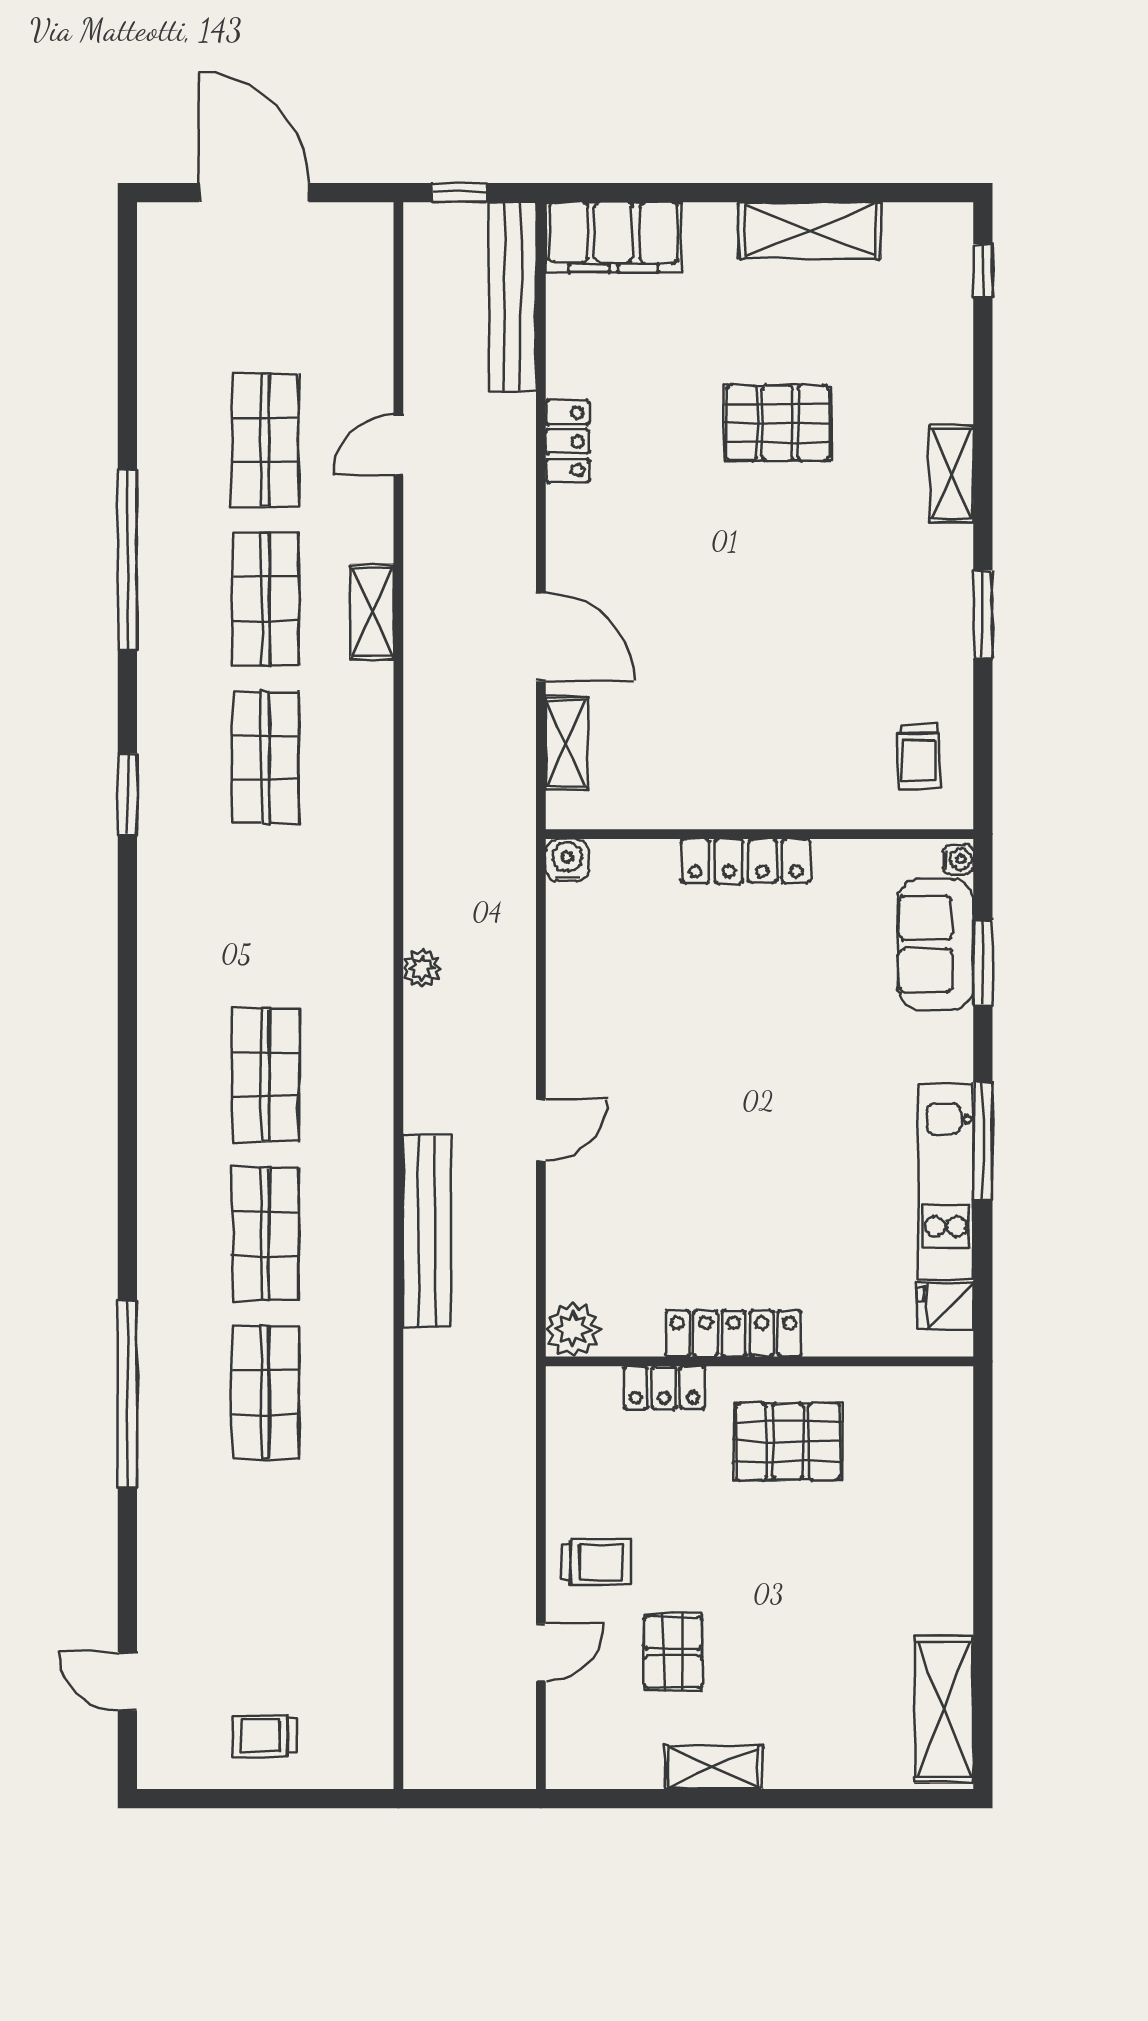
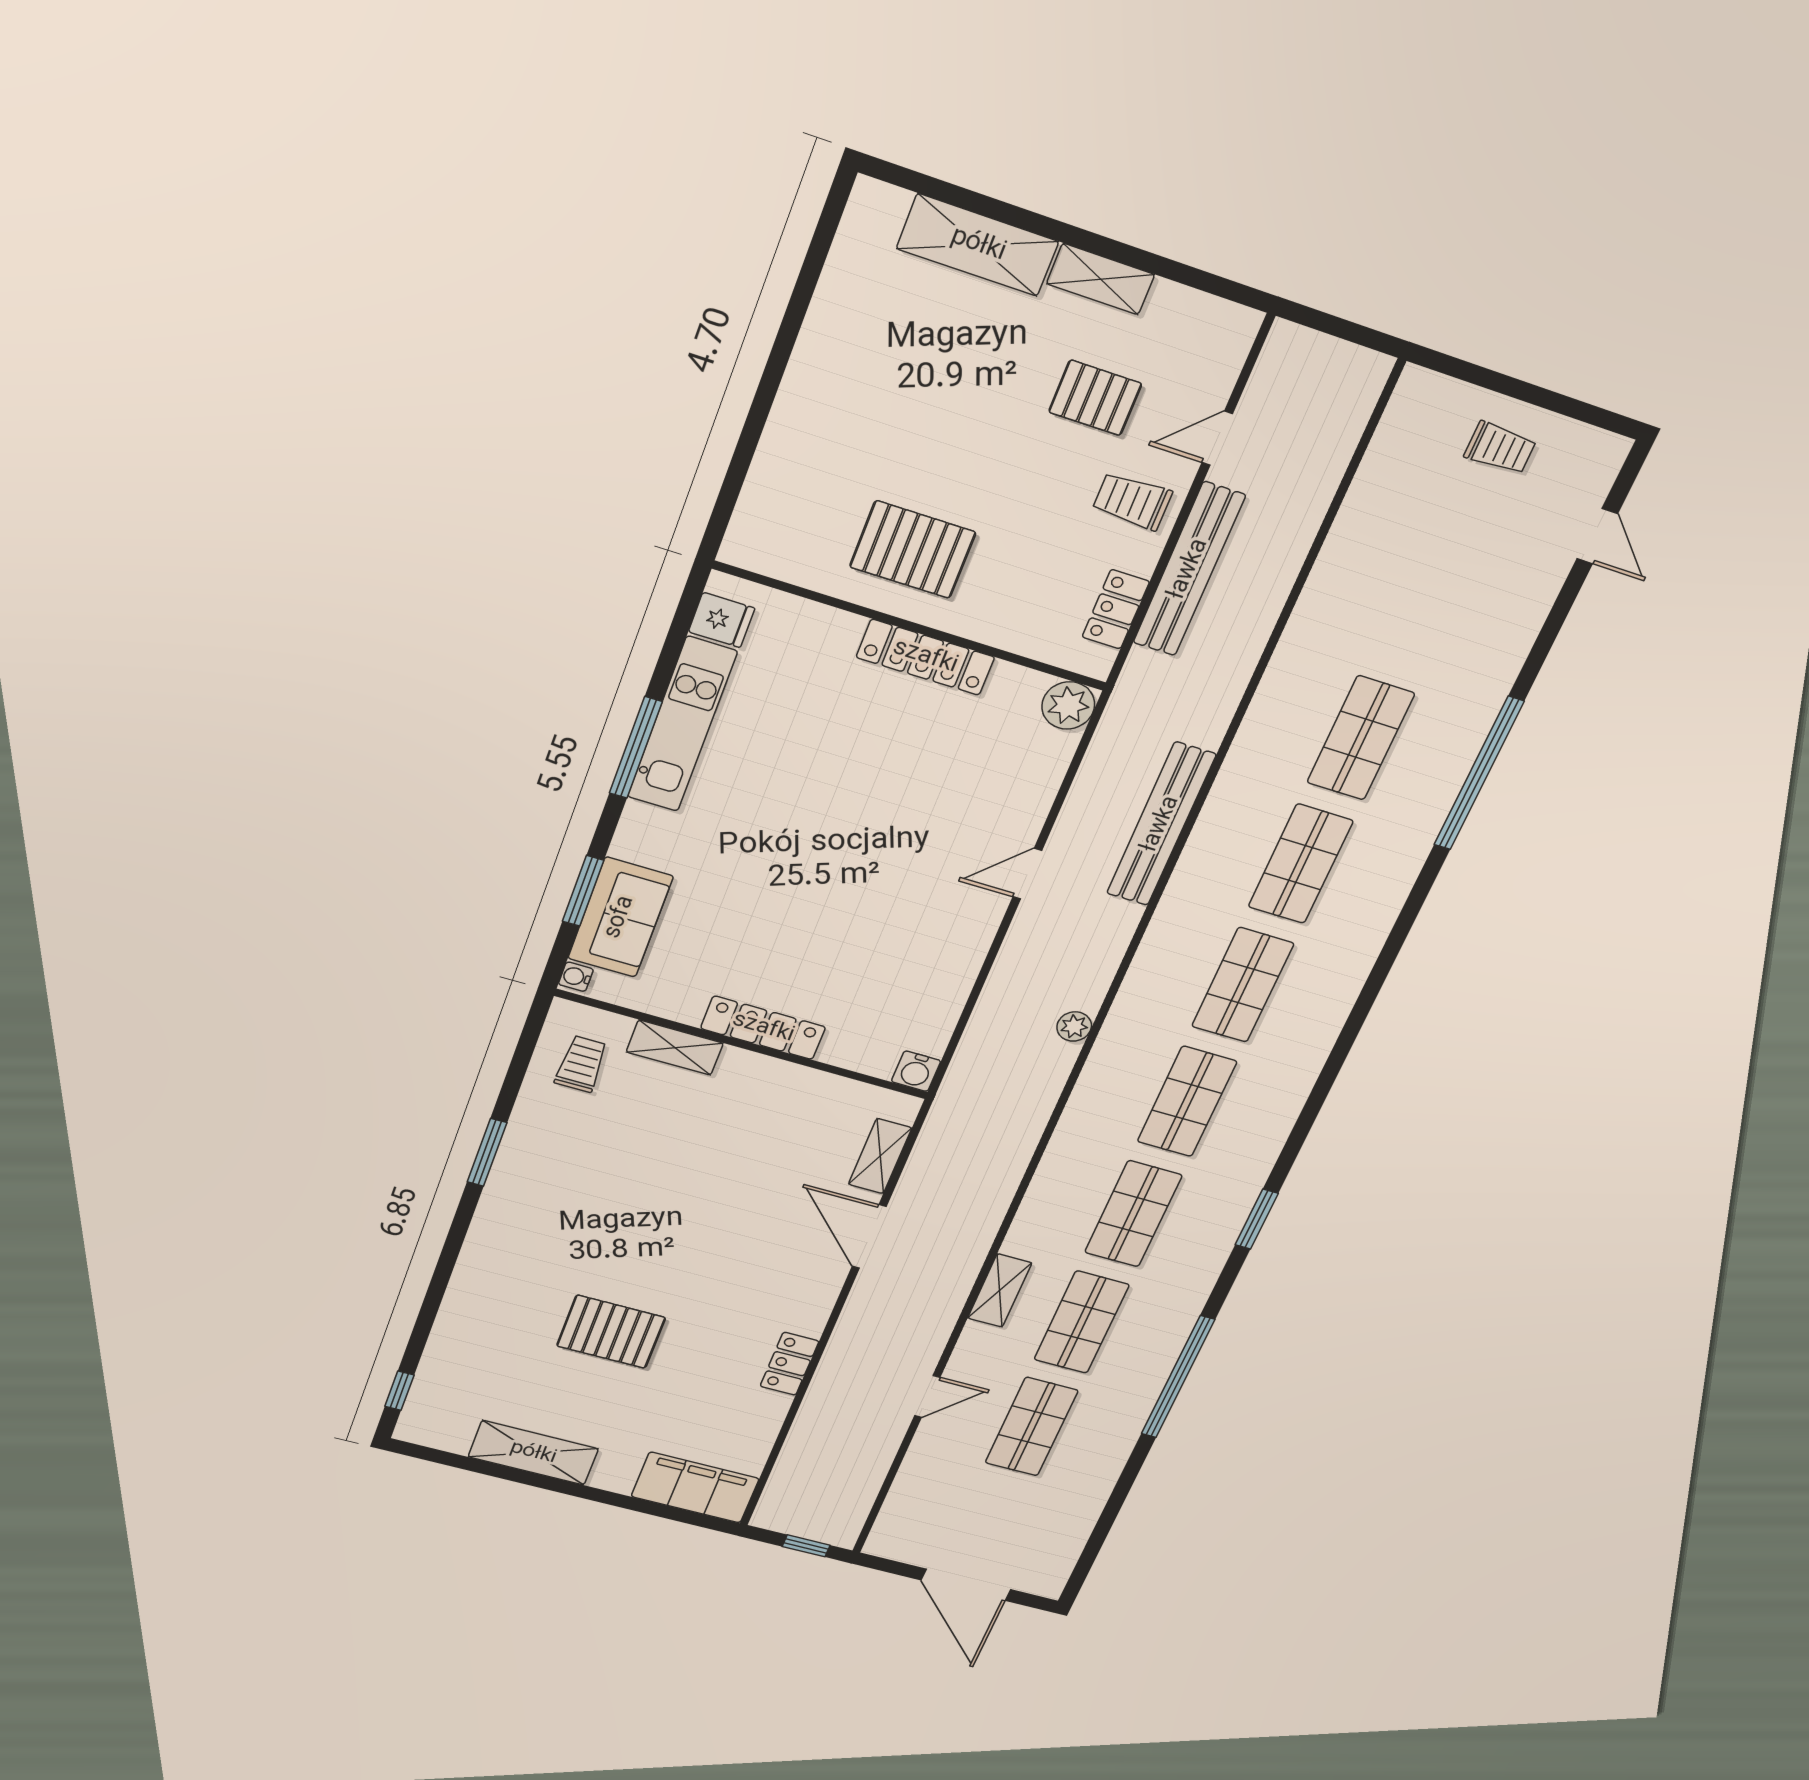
bench: (513, 297) -> (1189, 569), moved
shelving: (951, 474) -> (675, 1048), moved, turned 90
shop shelf: (265, 916) -> (1187, 1102), added
locker: (664, 1388) -> (1116, 609), moved, turned -90
pallet: (673, 1652) -> (1095, 398), turned 90
shelving: (944, 1709) -> (978, 245), moved, turned 90

